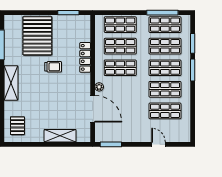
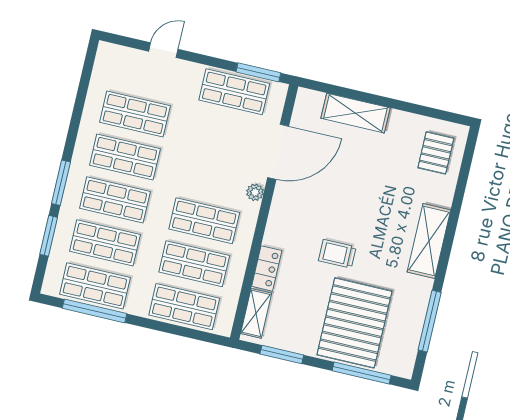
window: (28, 13) -> (362, 373), added
shelving: (85, 29) -> (256, 313), added
locker: (85, 57) -> (267, 268), width x0.66
door: (93, 109) -> (278, 152), swing flipped
shop shelf: (120, 132) -> (234, 92), added
door: (159, 144) -> (163, 50), swing flipped

